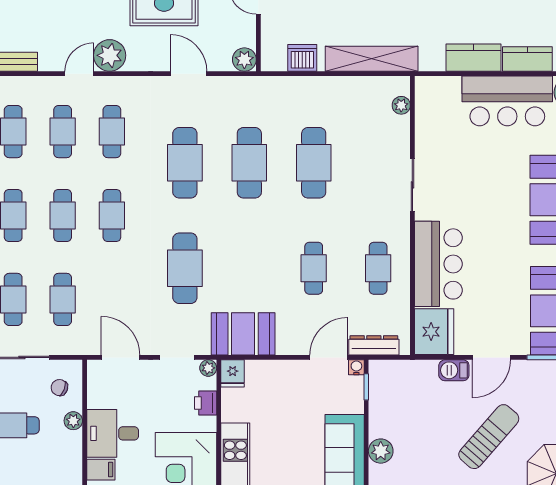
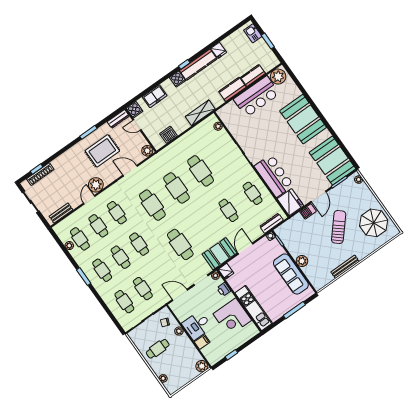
shelving: (372, 59) -> (200, 113), width x0.68
door: (329, 357) -> (245, 248), moved

